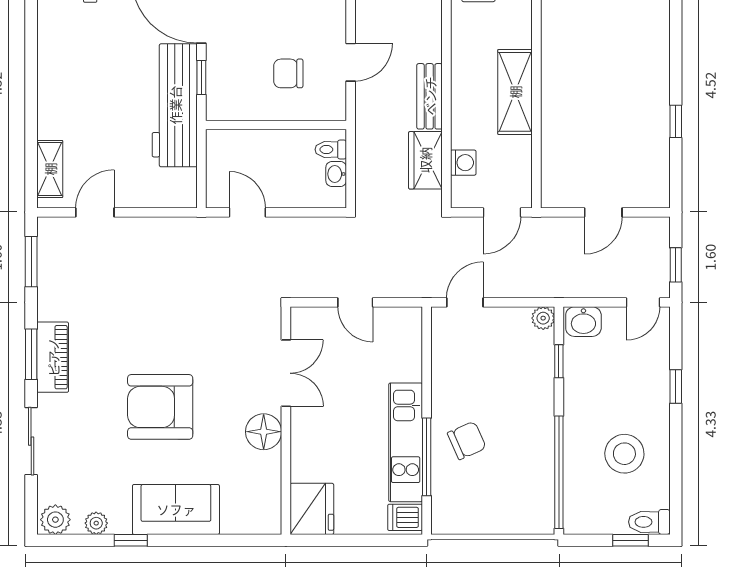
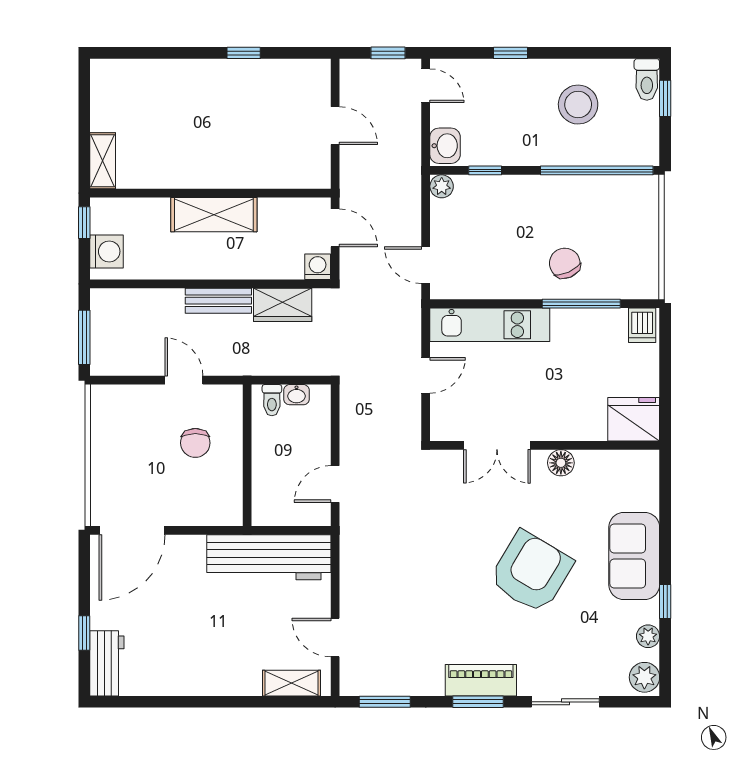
window: (201, 77) -> (199, 530), removed
workbench: (175, 105) -> (269, 557), moved
washing machine: (463, 163) -> (318, 267), moved
double door: (286, 373) -> (497, 445), swing flipped
armchair: (160, 407) -> (531, 572), turned -149
floor lamp: (264, 432) -> (561, 463), width x0.73, depth x0.73
kitchen unit: (406, 442) -> (490, 325), moved

